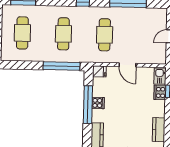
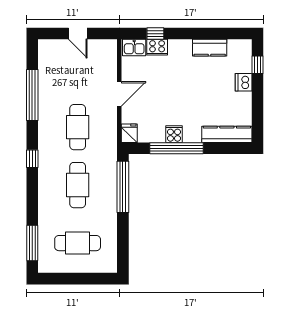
cafe table: (63, 34) -> (78, 185), turned 90
cafe table: (105, 35) -> (78, 127), turned 90

